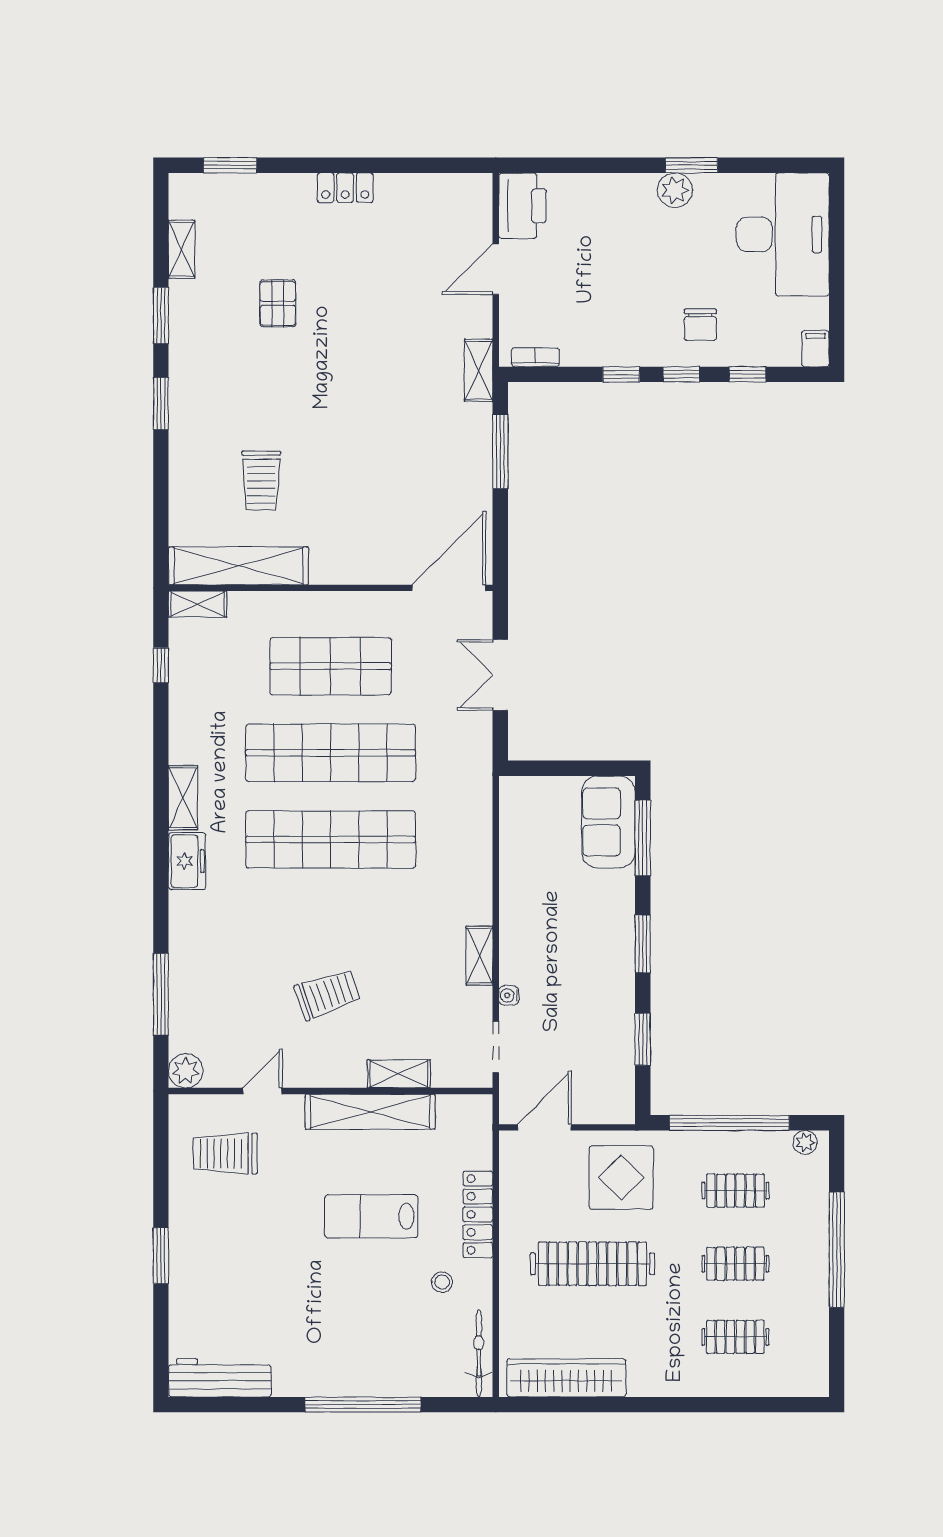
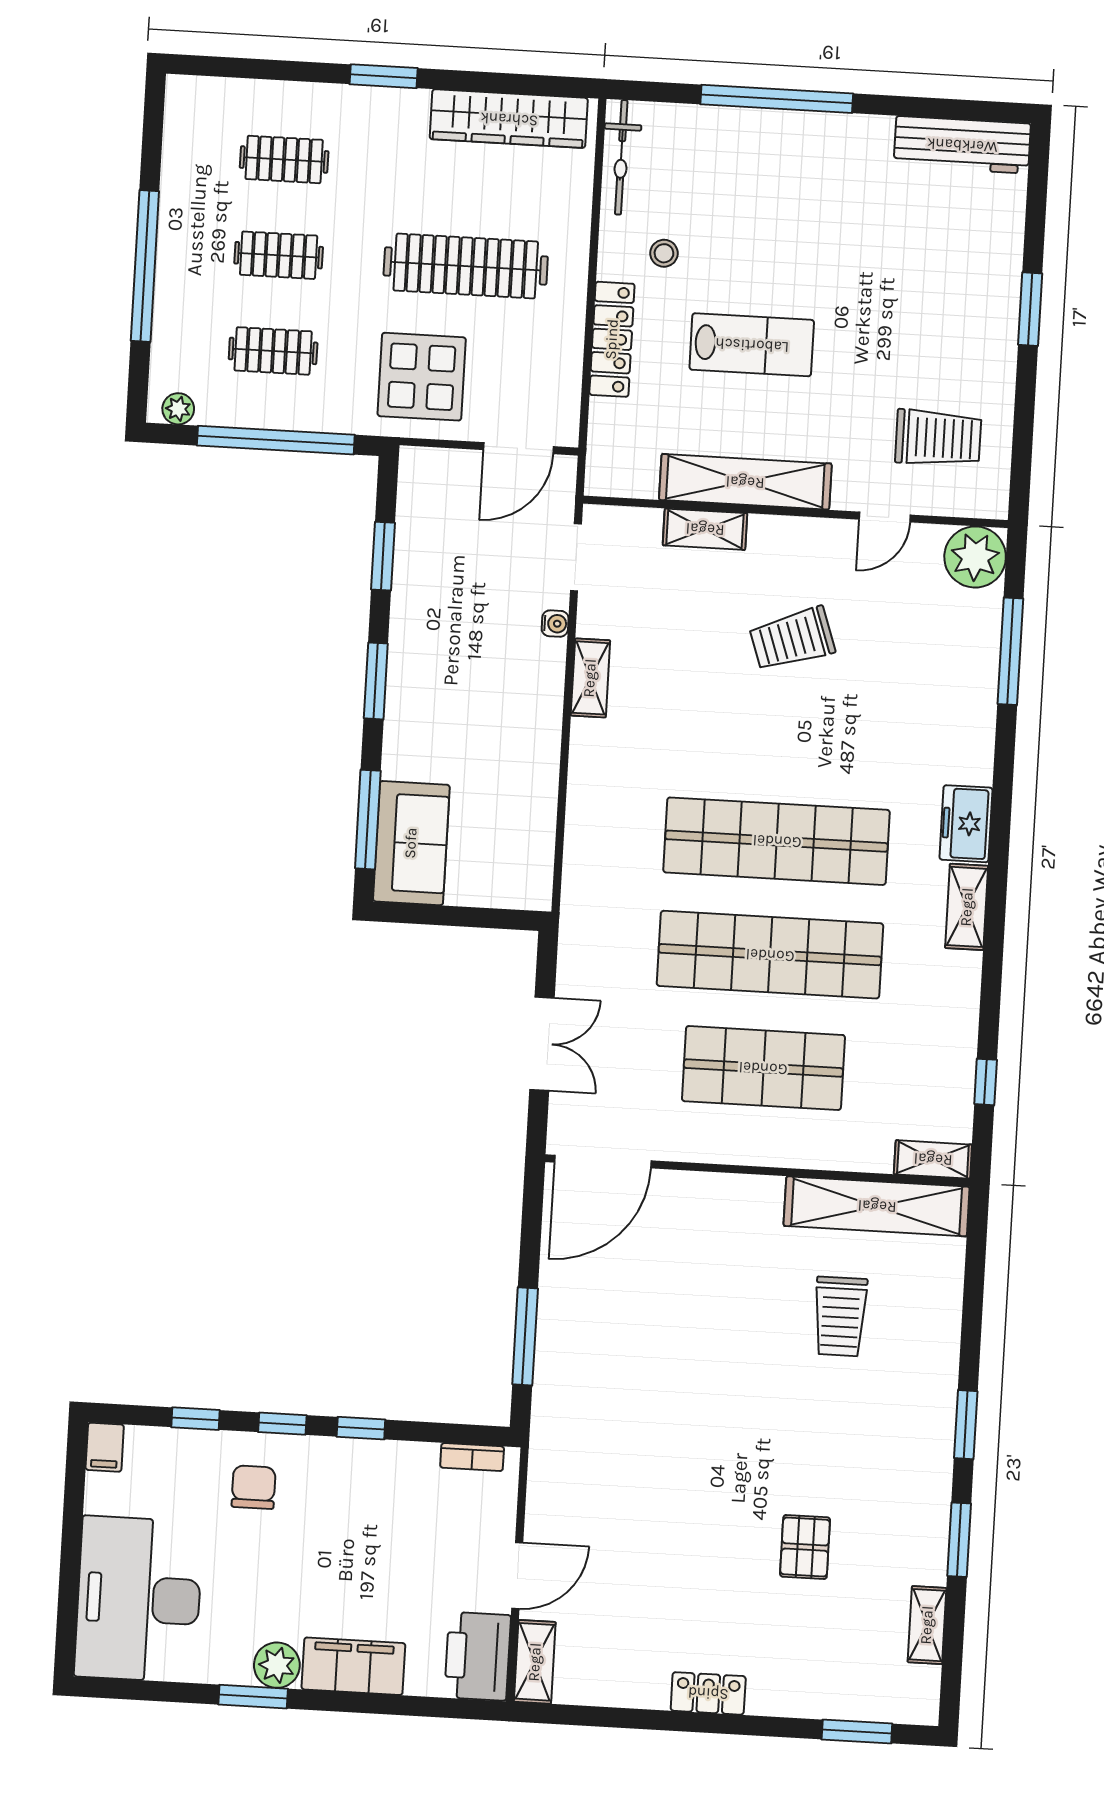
filing cabinet: (616, 193) -> (353, 1666), added
shelving: (479, 370) -> (535, 1662), moved
trolley: (261, 480) -> (840, 1316), turned 180
plant: (186, 1071) -> (975, 557), width x1.36, depth x1.36
window: (663, 1405) -> (384, 76), added

